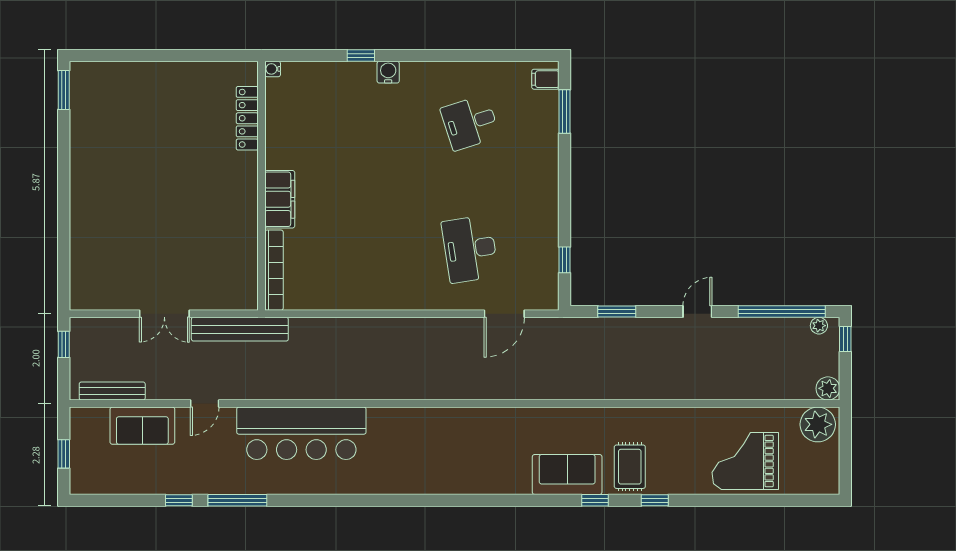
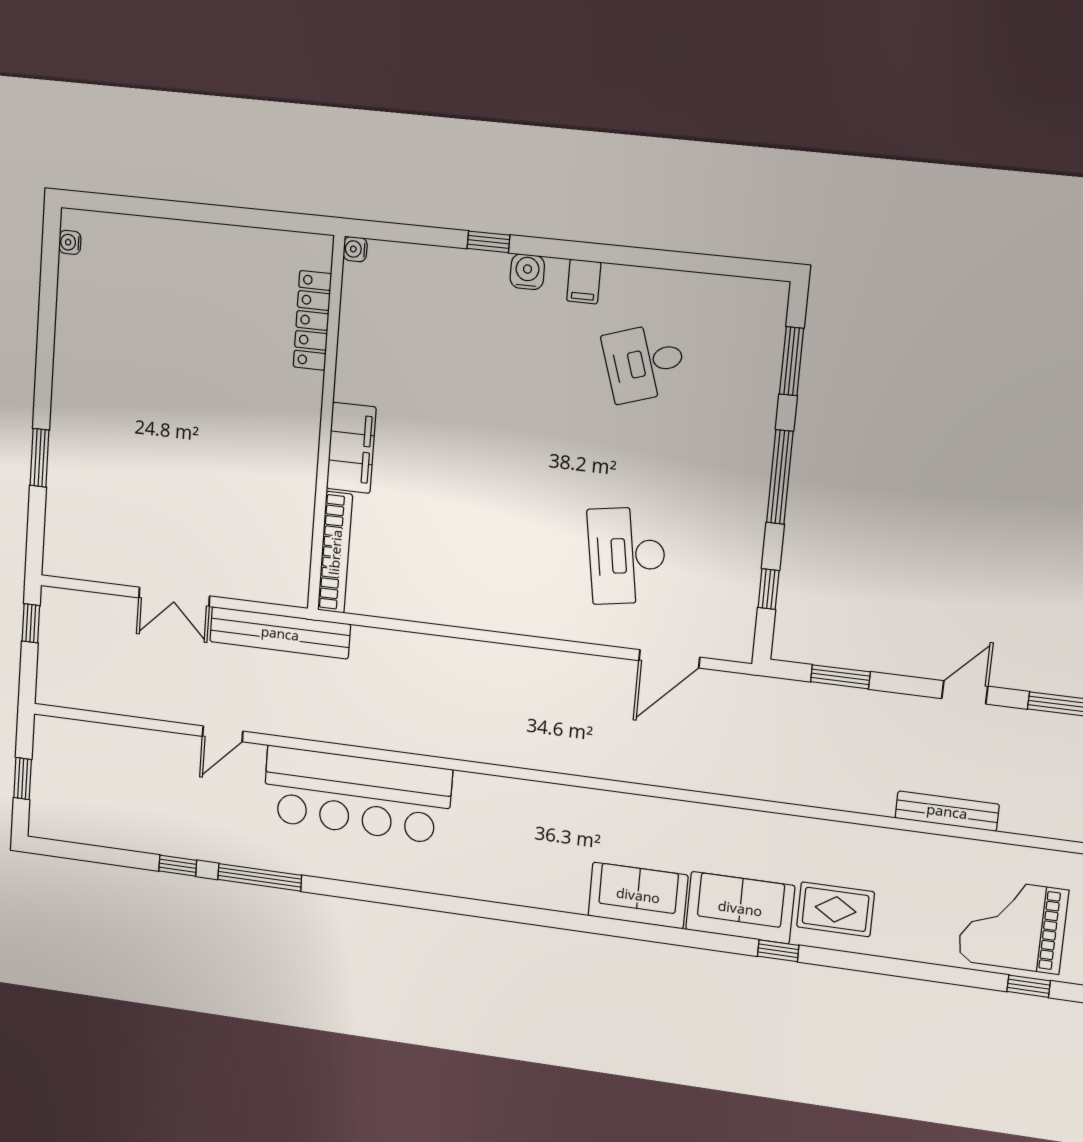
filing cabinet: (545, 79) -> (584, 282), moved, turned -90
water cooler: (77, 84) -> (70, 242), added
window: (64, 90) -> (40, 458), moved
window: (565, 186) -> (780, 477), added
bench: (112, 391) -> (947, 811), moved
sofa: (142, 426) -> (638, 895), moved, turned 180
rug: (630, 467) -> (836, 909), turned 90
window: (655, 500) -> (1029, 986), moved

